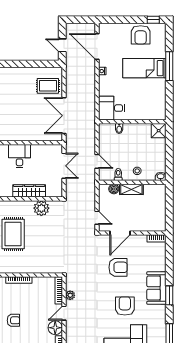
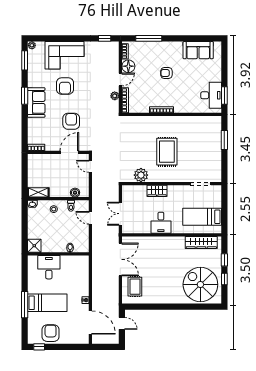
rug: (48, 86) -> (135, 287), turned 90
desk: (112, 108) -> (49, 267), moved, turned -90
shelving: (131, 189) -> (38, 192), moved
wardrobe: (29, 191) -> (157, 191), width x0.67
armchair: (118, 267) -> (71, 121), turned 90

